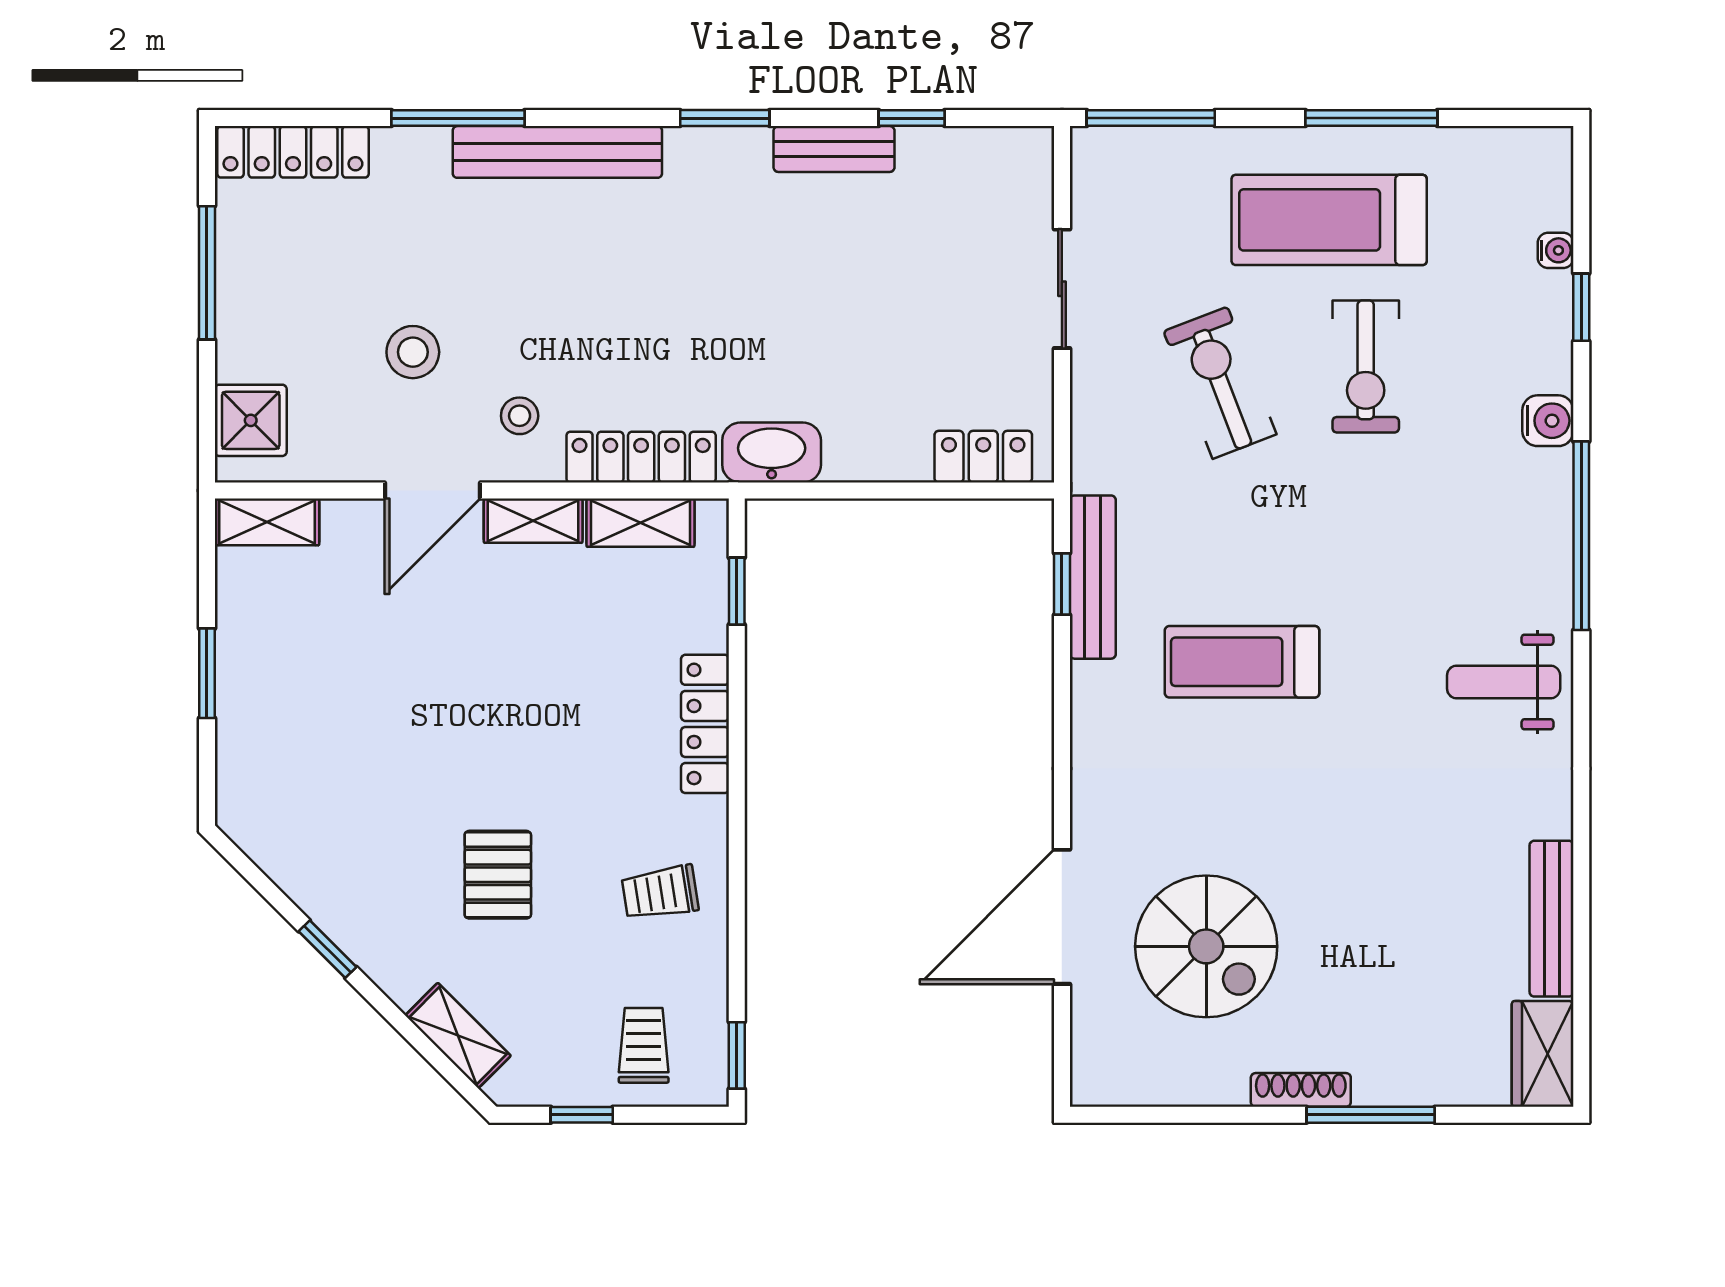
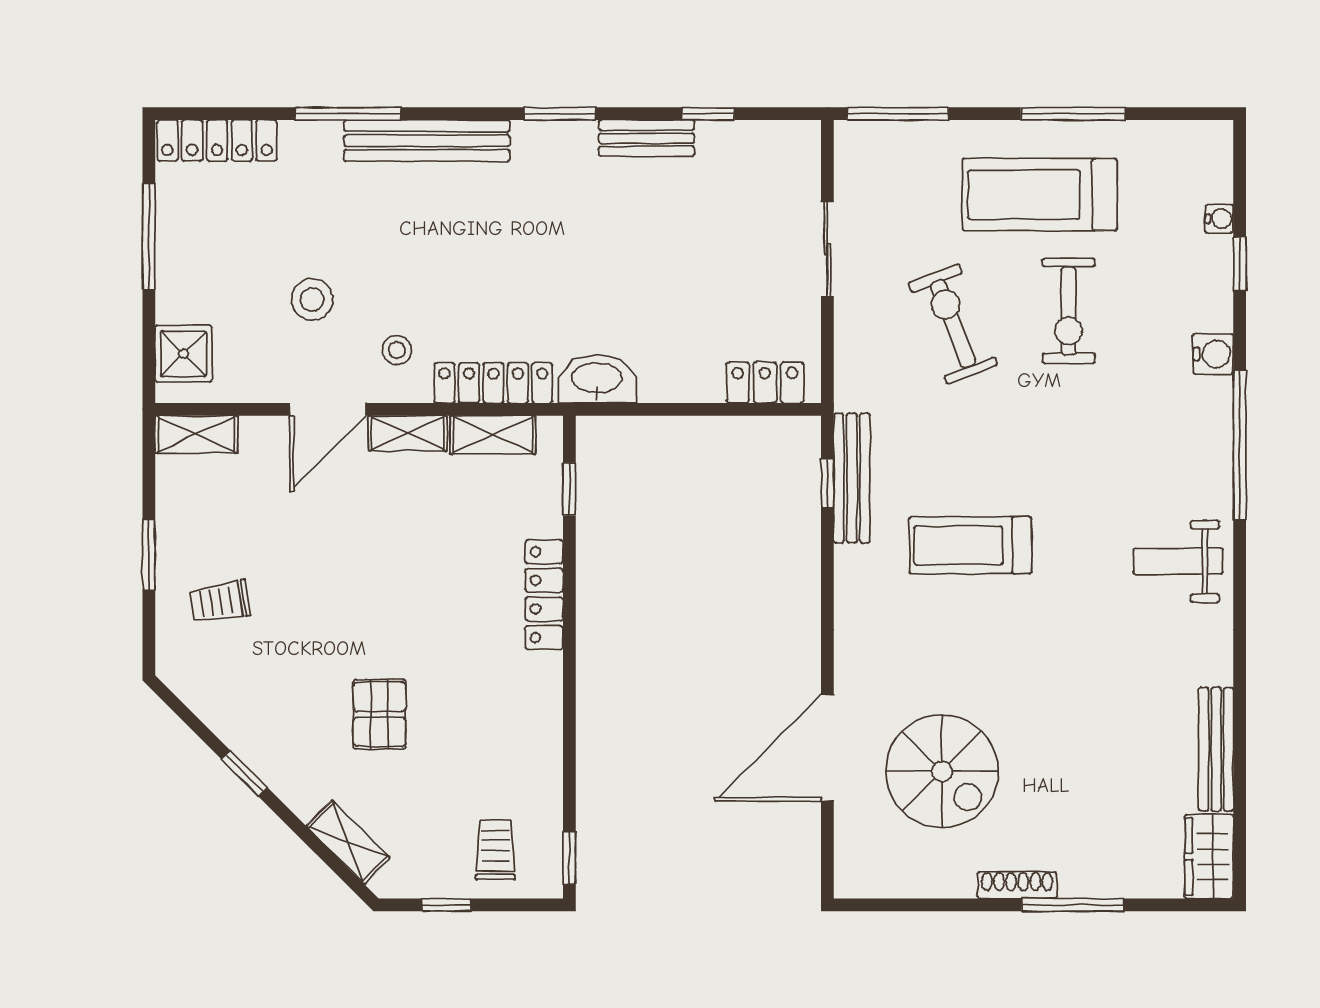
trolley: (660, 893) -> (220, 602), moved

